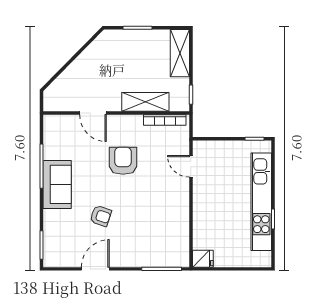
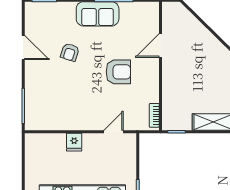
shelving: (145, 102) -> (170, 92), removed
bookcase: (165, 120) -> (154, 115), width x0.64
fridge: (203, 259) -> (74, 142), moved

